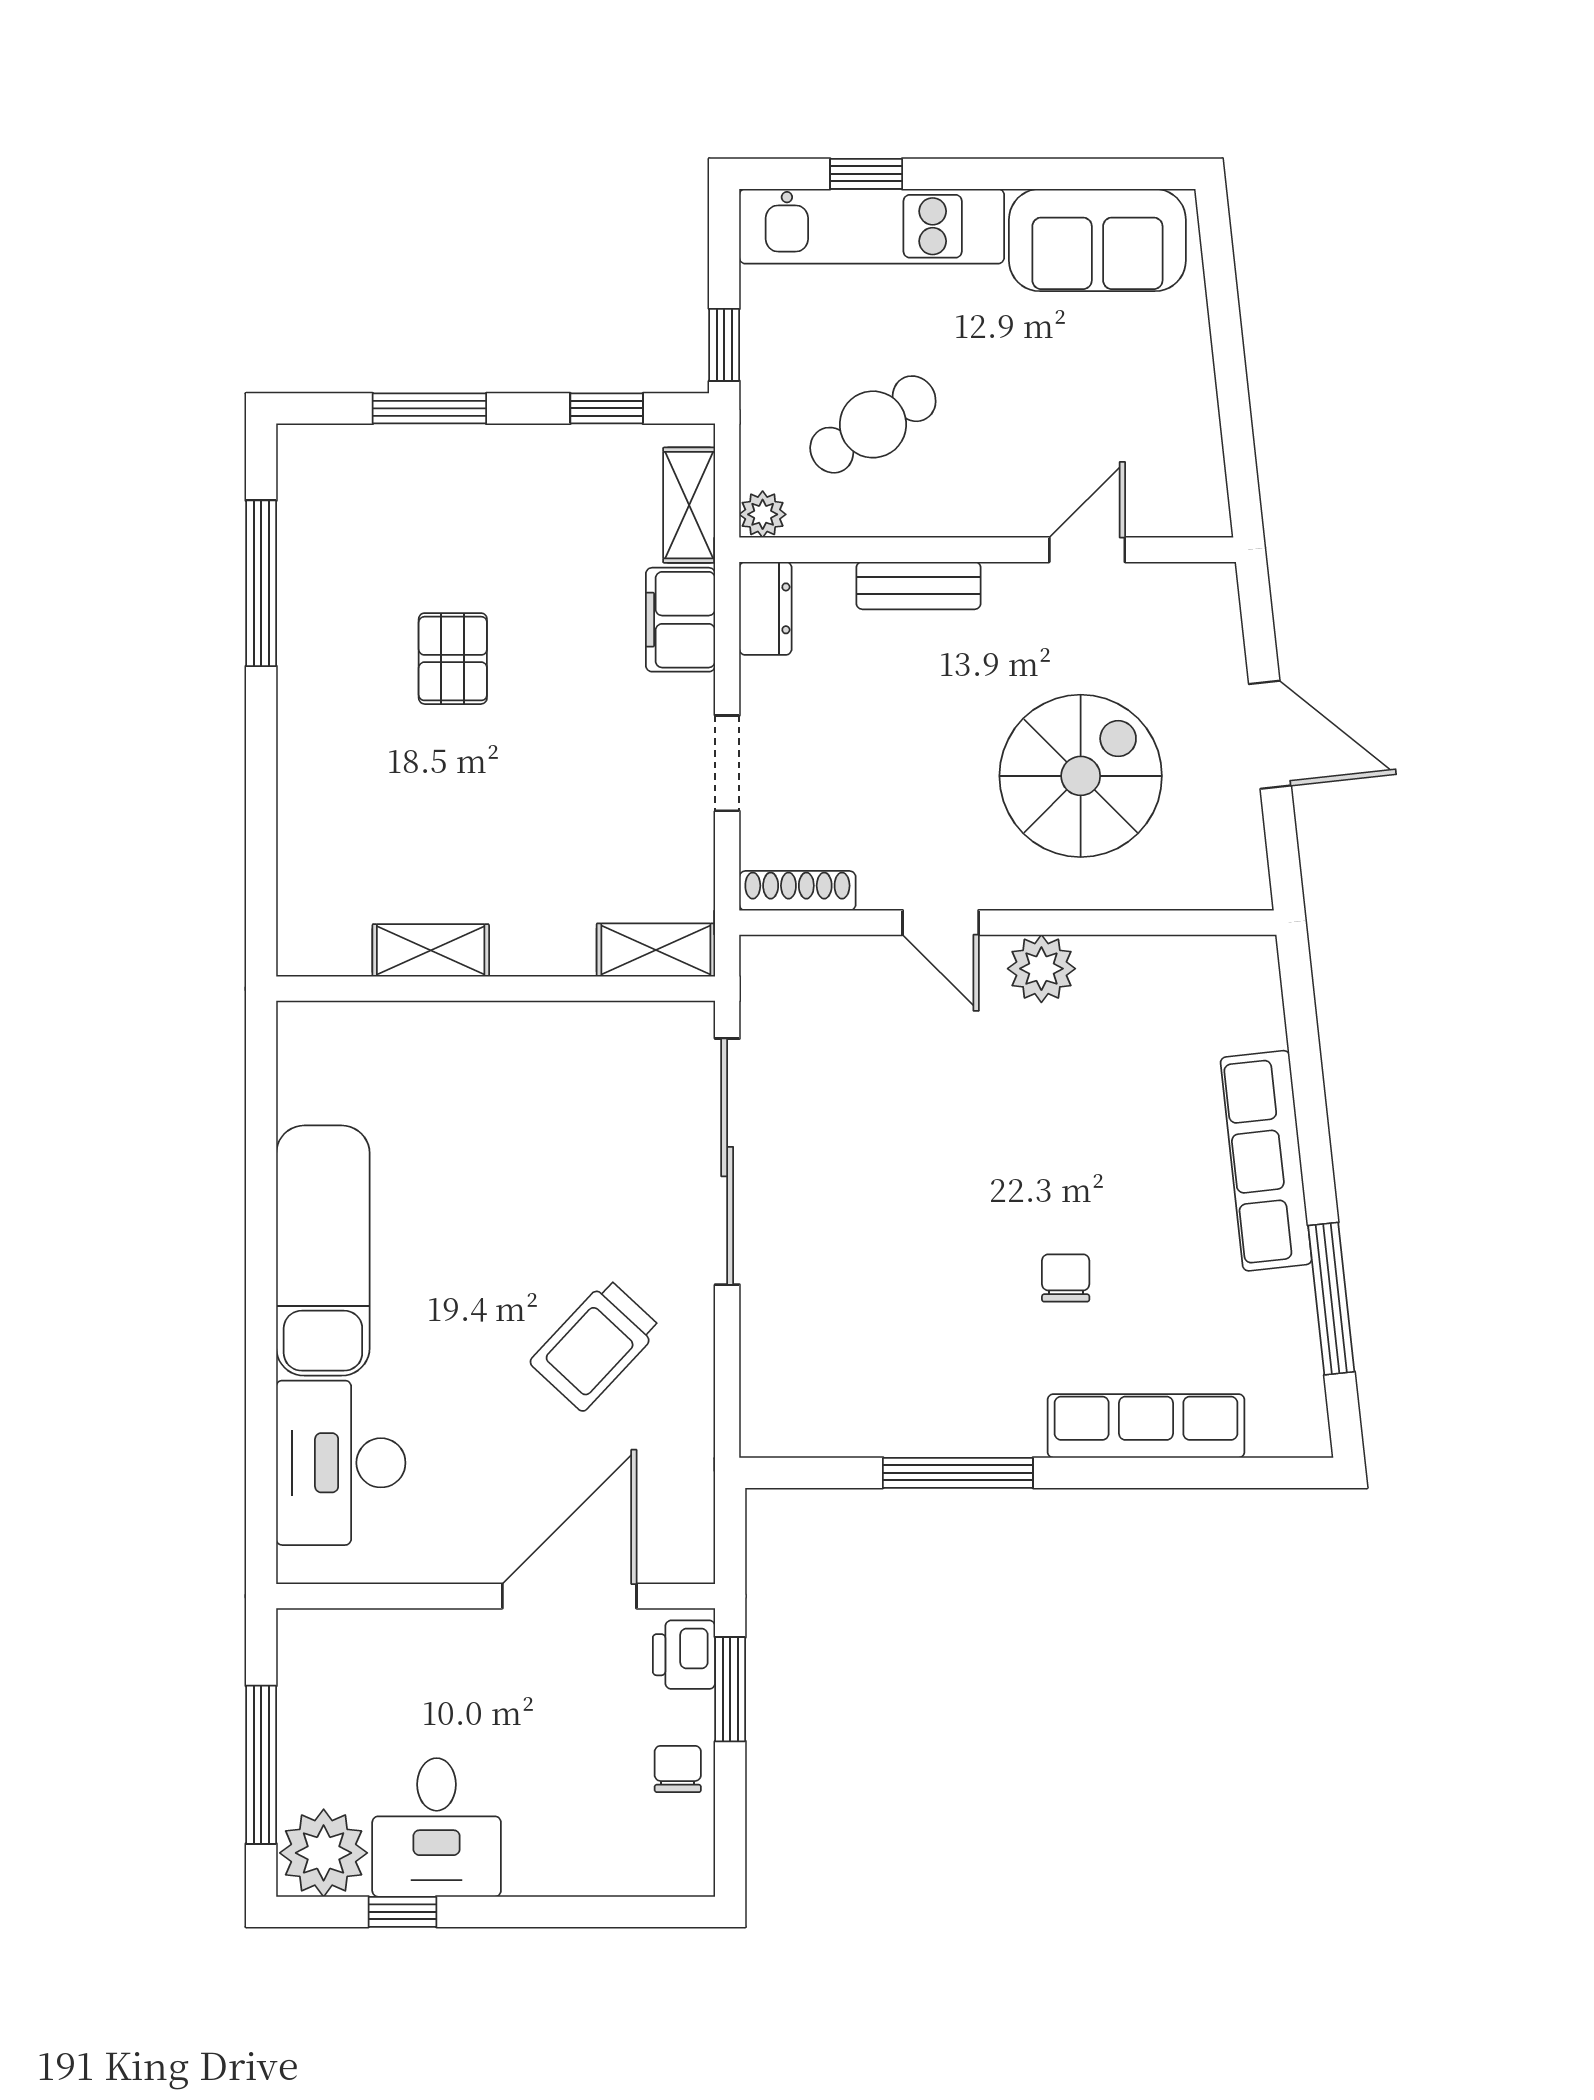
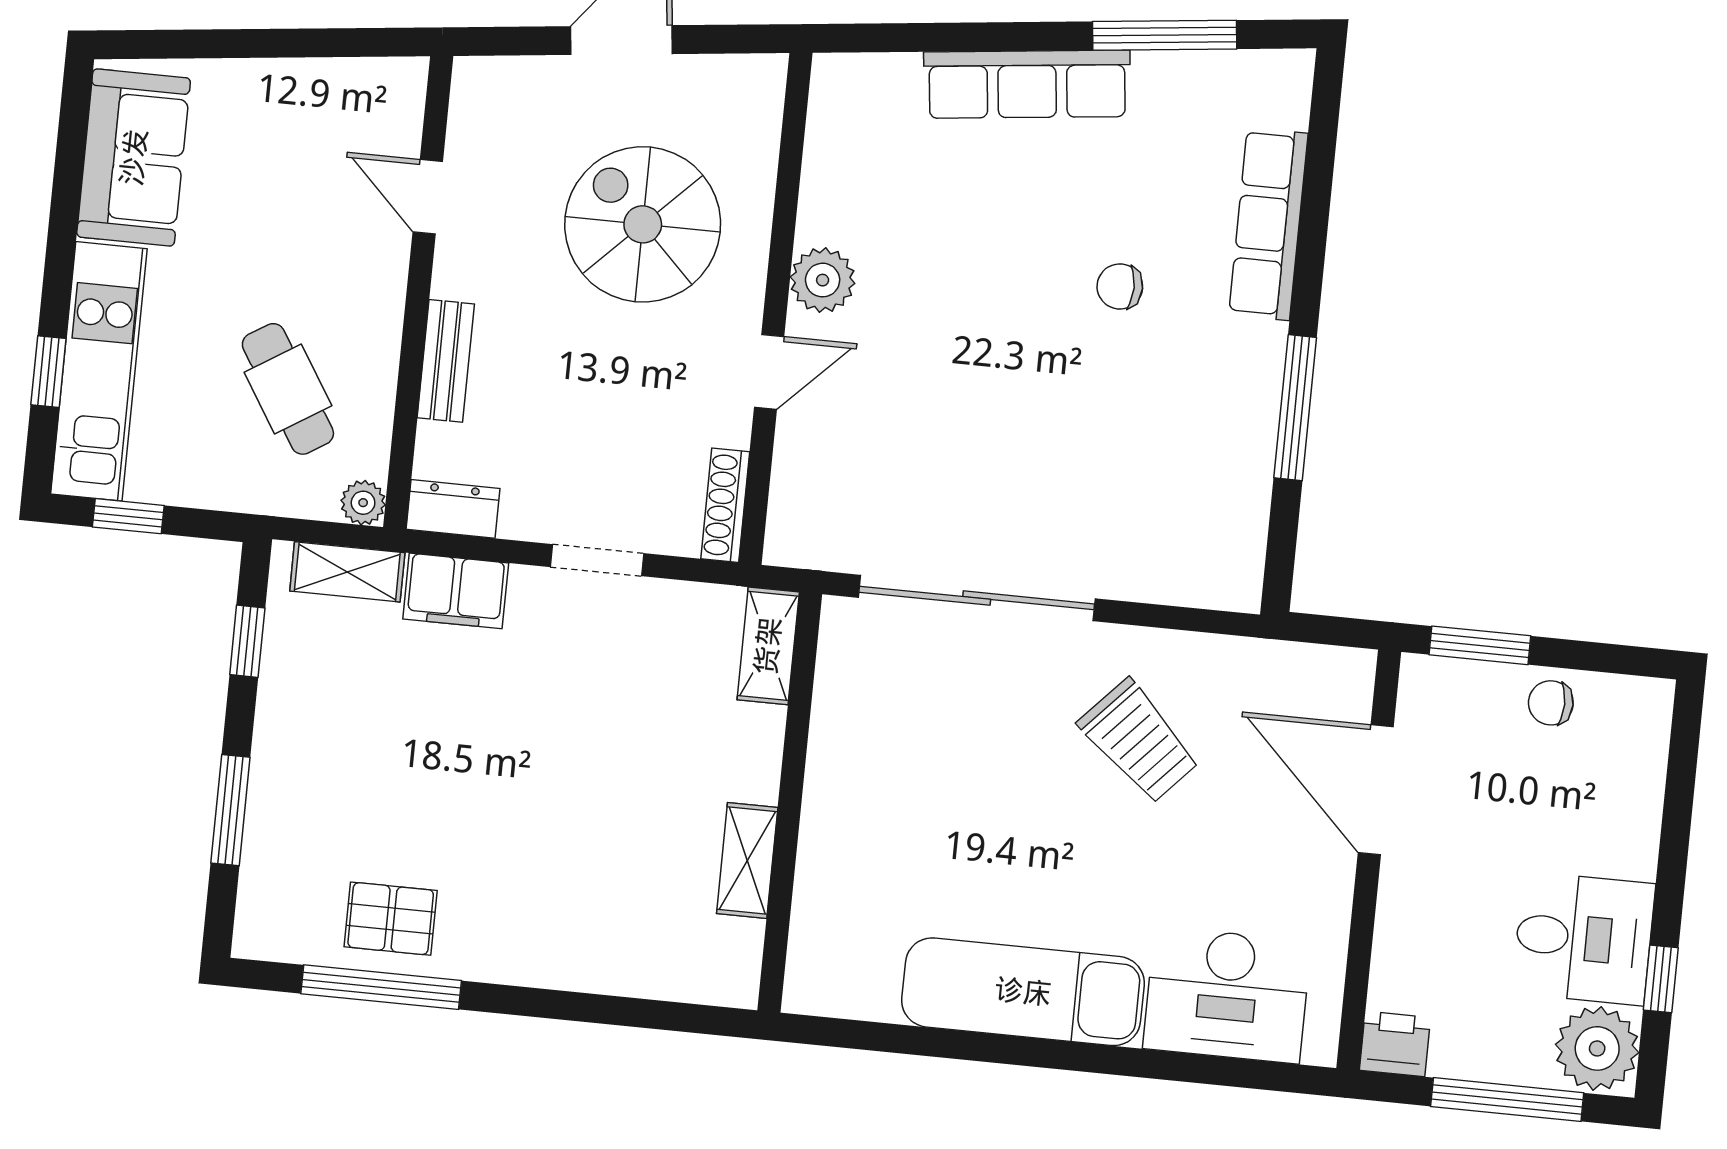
window: (724, 345) -> (128, 516), moved
pallet: (453, 659) -> (391, 919), moved
printer: (684, 1655) -> (1395, 1044), moved, turned 180

